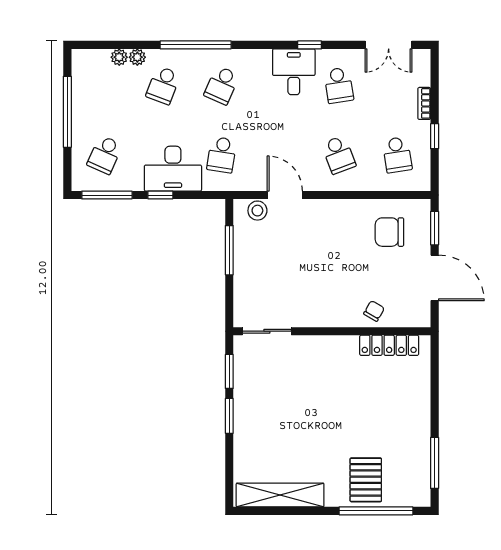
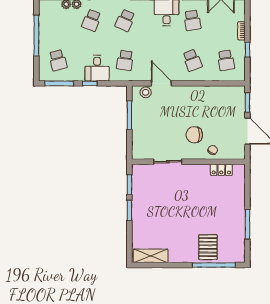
school desk: (105, 155) -> (58, 60), turned -39
desk: (173, 169) -> (97, 68), width x0.73
chair: (389, 232) -> (194, 135), moved
sliding door: (267, 331) -> (168, 162), moved
locker: (389, 345) -> (221, 170), width x0.66
window: (435, 463) -> (247, 224), moved
shelving: (280, 495) -> (151, 256), width x0.68

